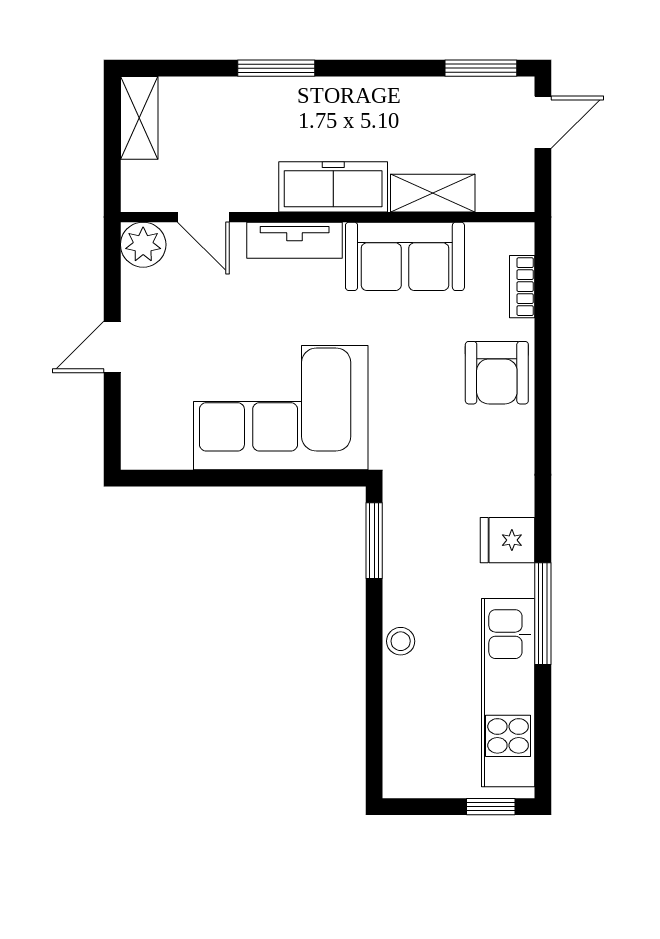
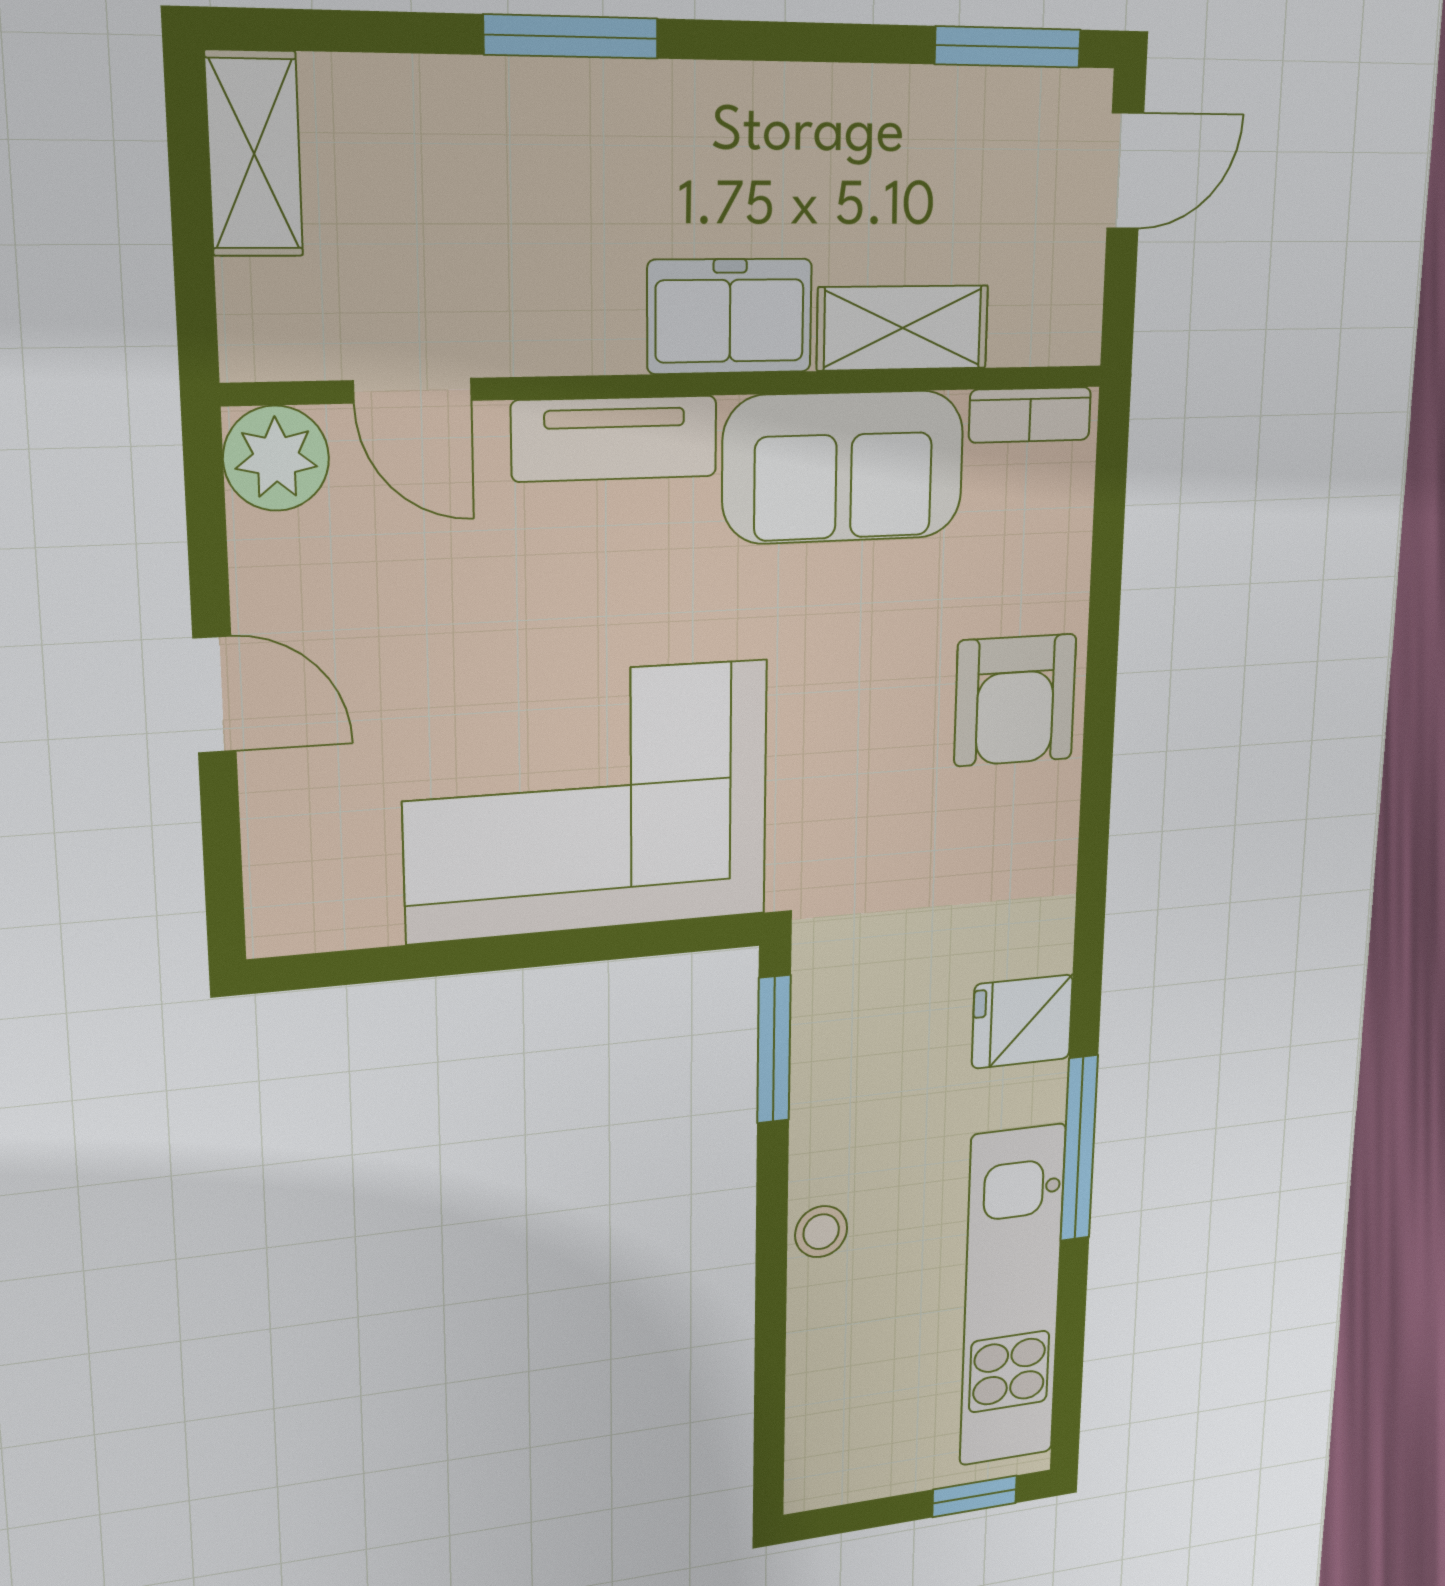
freezer: (333, 187) -> (730, 316), width x0.71
bookcase: (522, 287) -> (1030, 415), moved, turned -90
door: (112, 347) -> (215, 695), swing flipped

